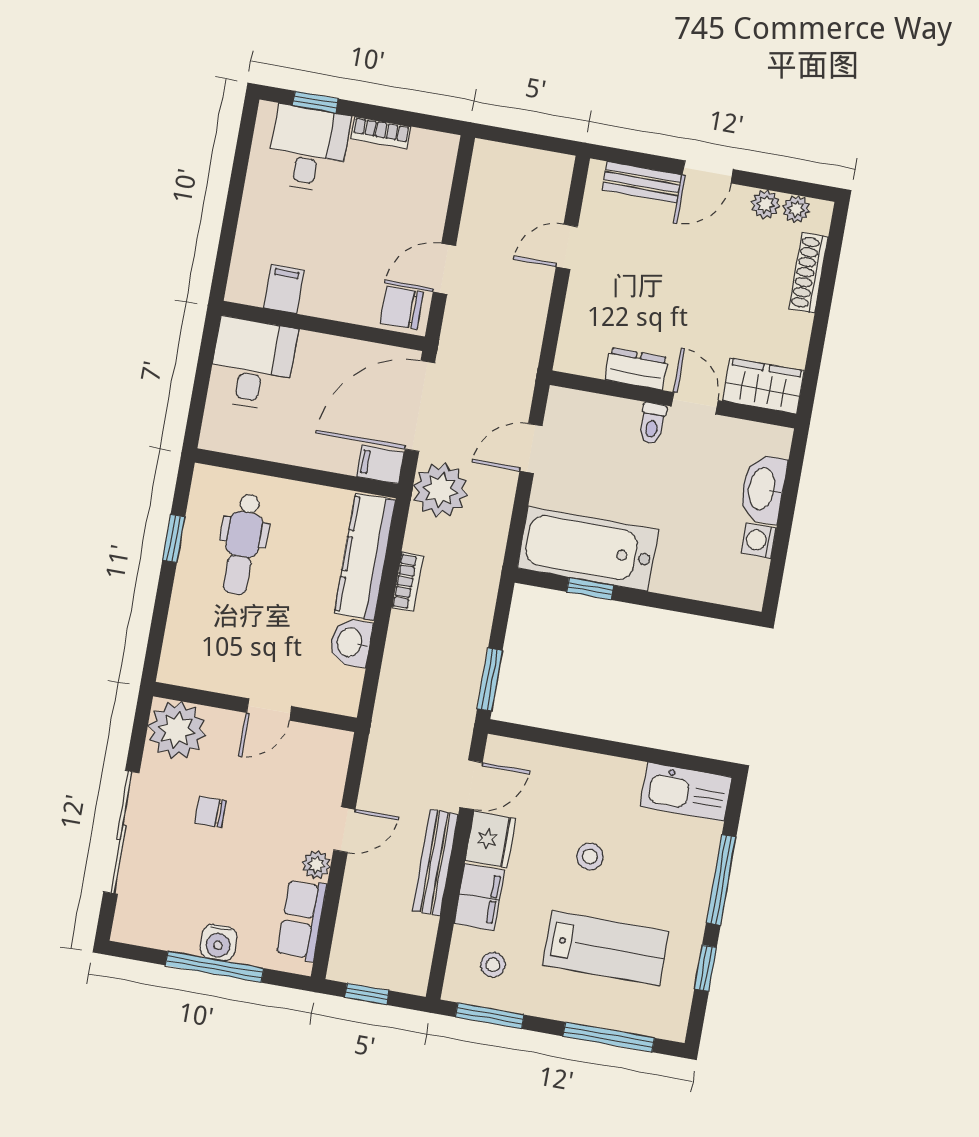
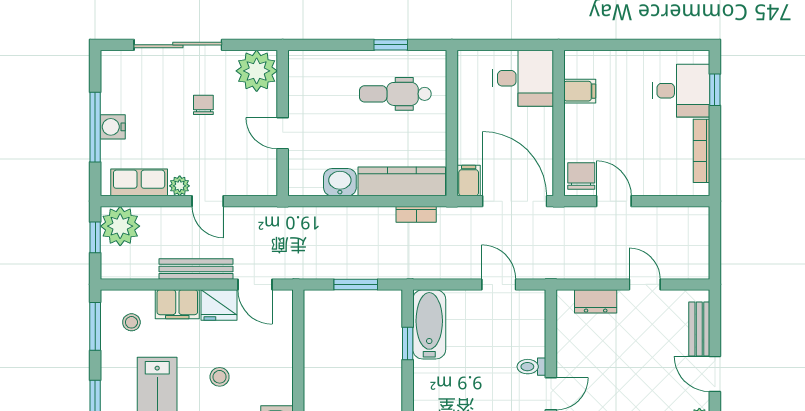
bookcase: (381, 133) -> (702, 151), width x1.56
dresser: (636, 369) -> (596, 301), moved, turned 90
plant: (440, 490) -> (120, 226), moved
bathtub: (588, 549) -> (429, 324), width x0.73, depth x0.73
bookcase: (407, 582) -> (416, 214), moved
window: (490, 680) -> (356, 284), moved

